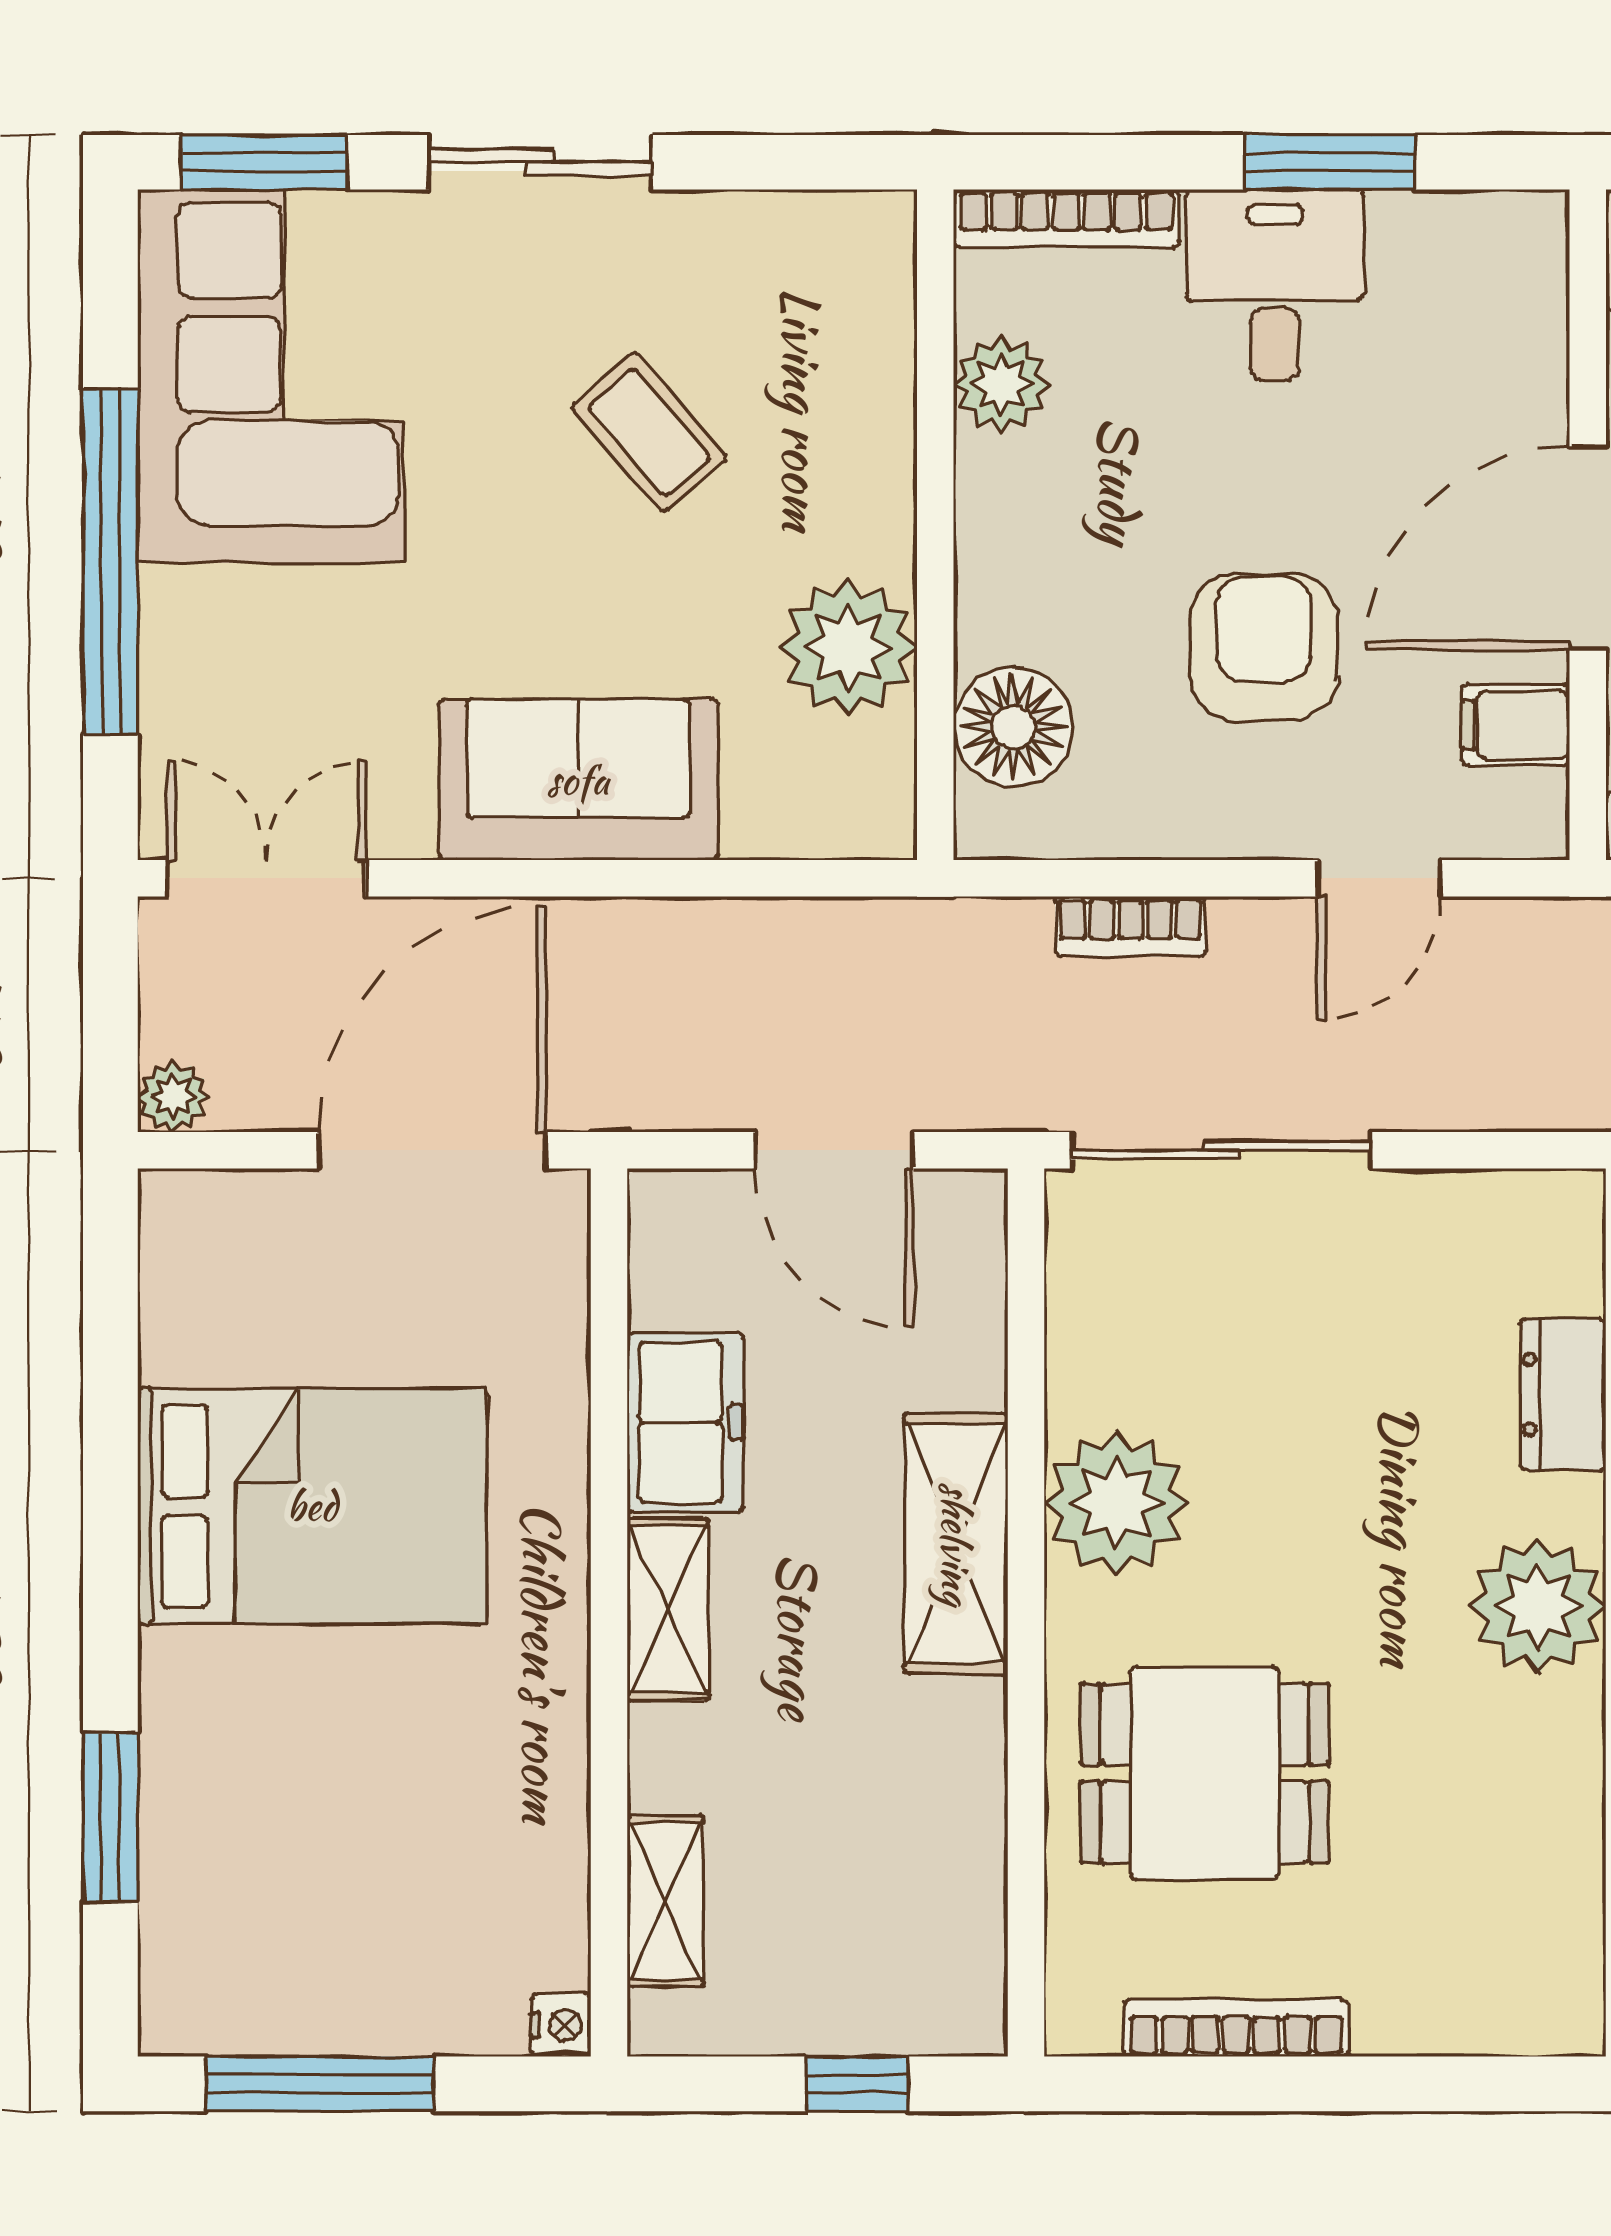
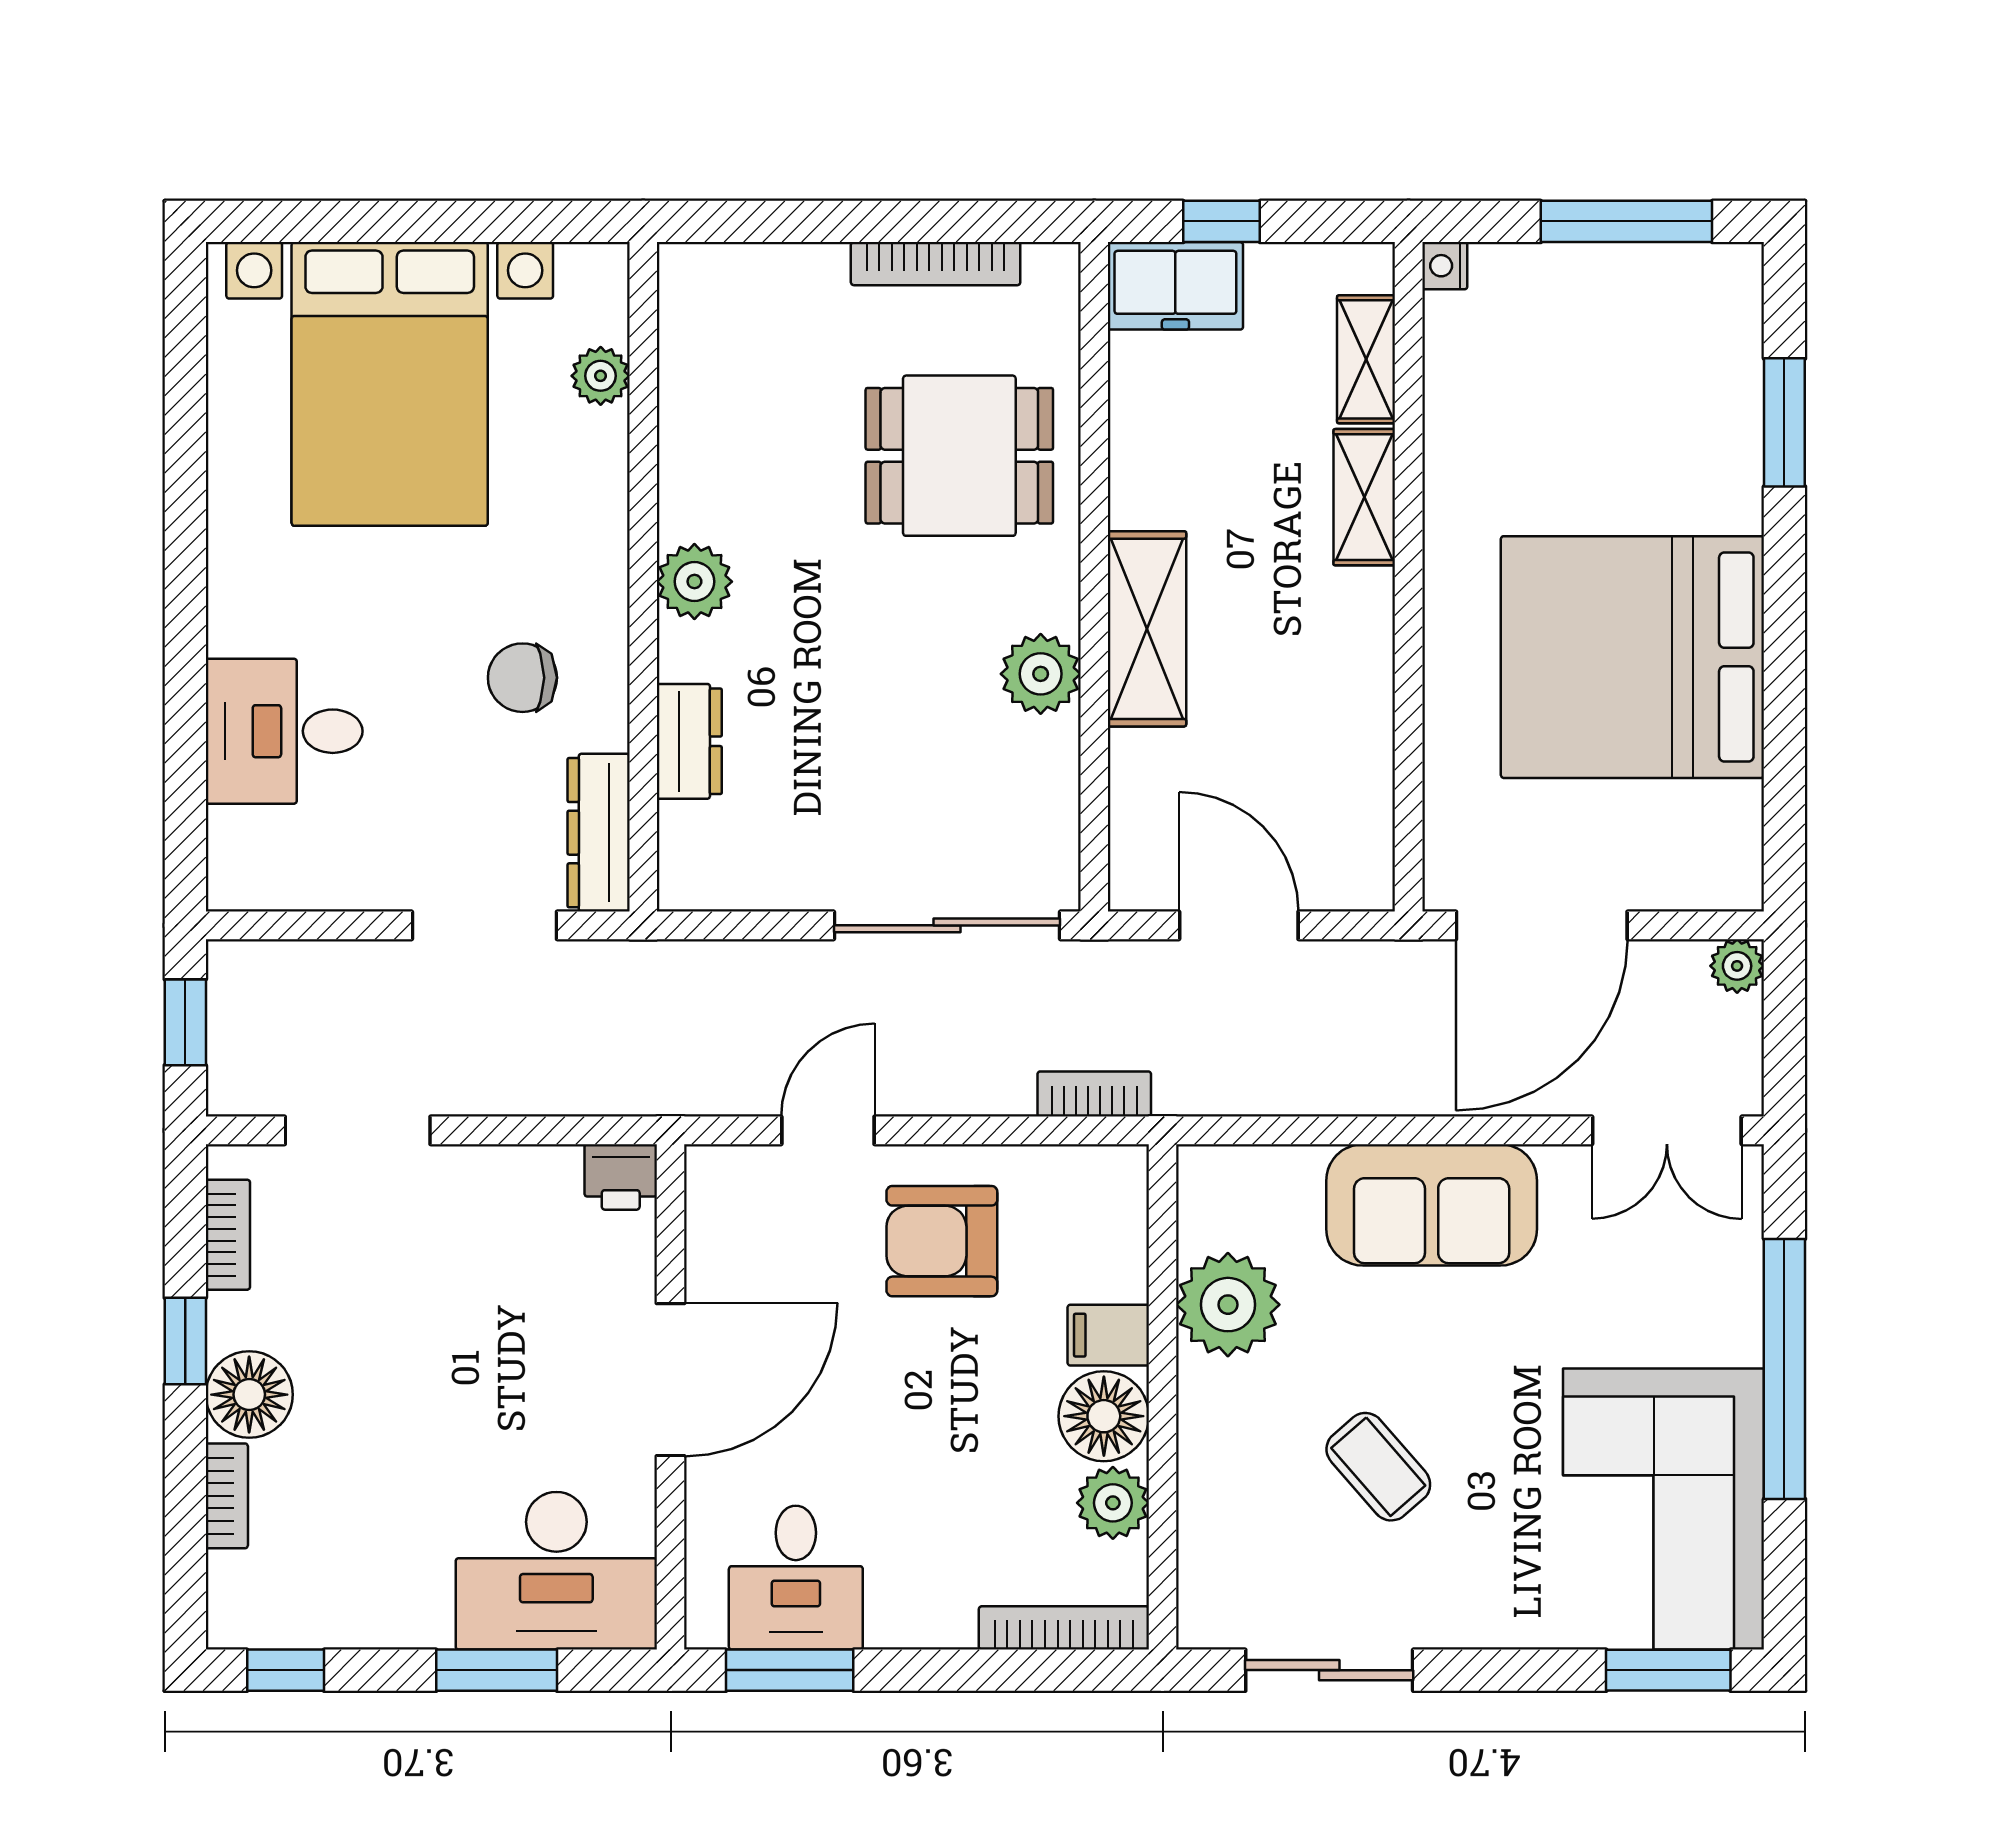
sliding door: (540, 162) -> (1329, 1670), moved
window: (1329, 162) -> (790, 1670), moved
desk: (1275, 285) -> (796, 1578), moved
armchair: (1264, 647) -> (942, 1241), moved, turned 90
filing cabinet: (1516, 725) -> (1108, 1335), moved, turned 180
floor lamp: (1013, 727) -> (1104, 1416), moved
bookcase: (1130, 927) -> (1094, 1094), moved
freezer: (685, 1422) -> (1175, 286), moved, turned -90
plant: (1116, 1503) -> (1041, 674), width x0.73, depth x0.73
bed: (312, 1506) -> (1632, 657), width x1.36
plant: (1538, 1606) -> (694, 582), width x0.73, depth x0.73
shelving: (668, 1610) -> (1364, 497), moved

